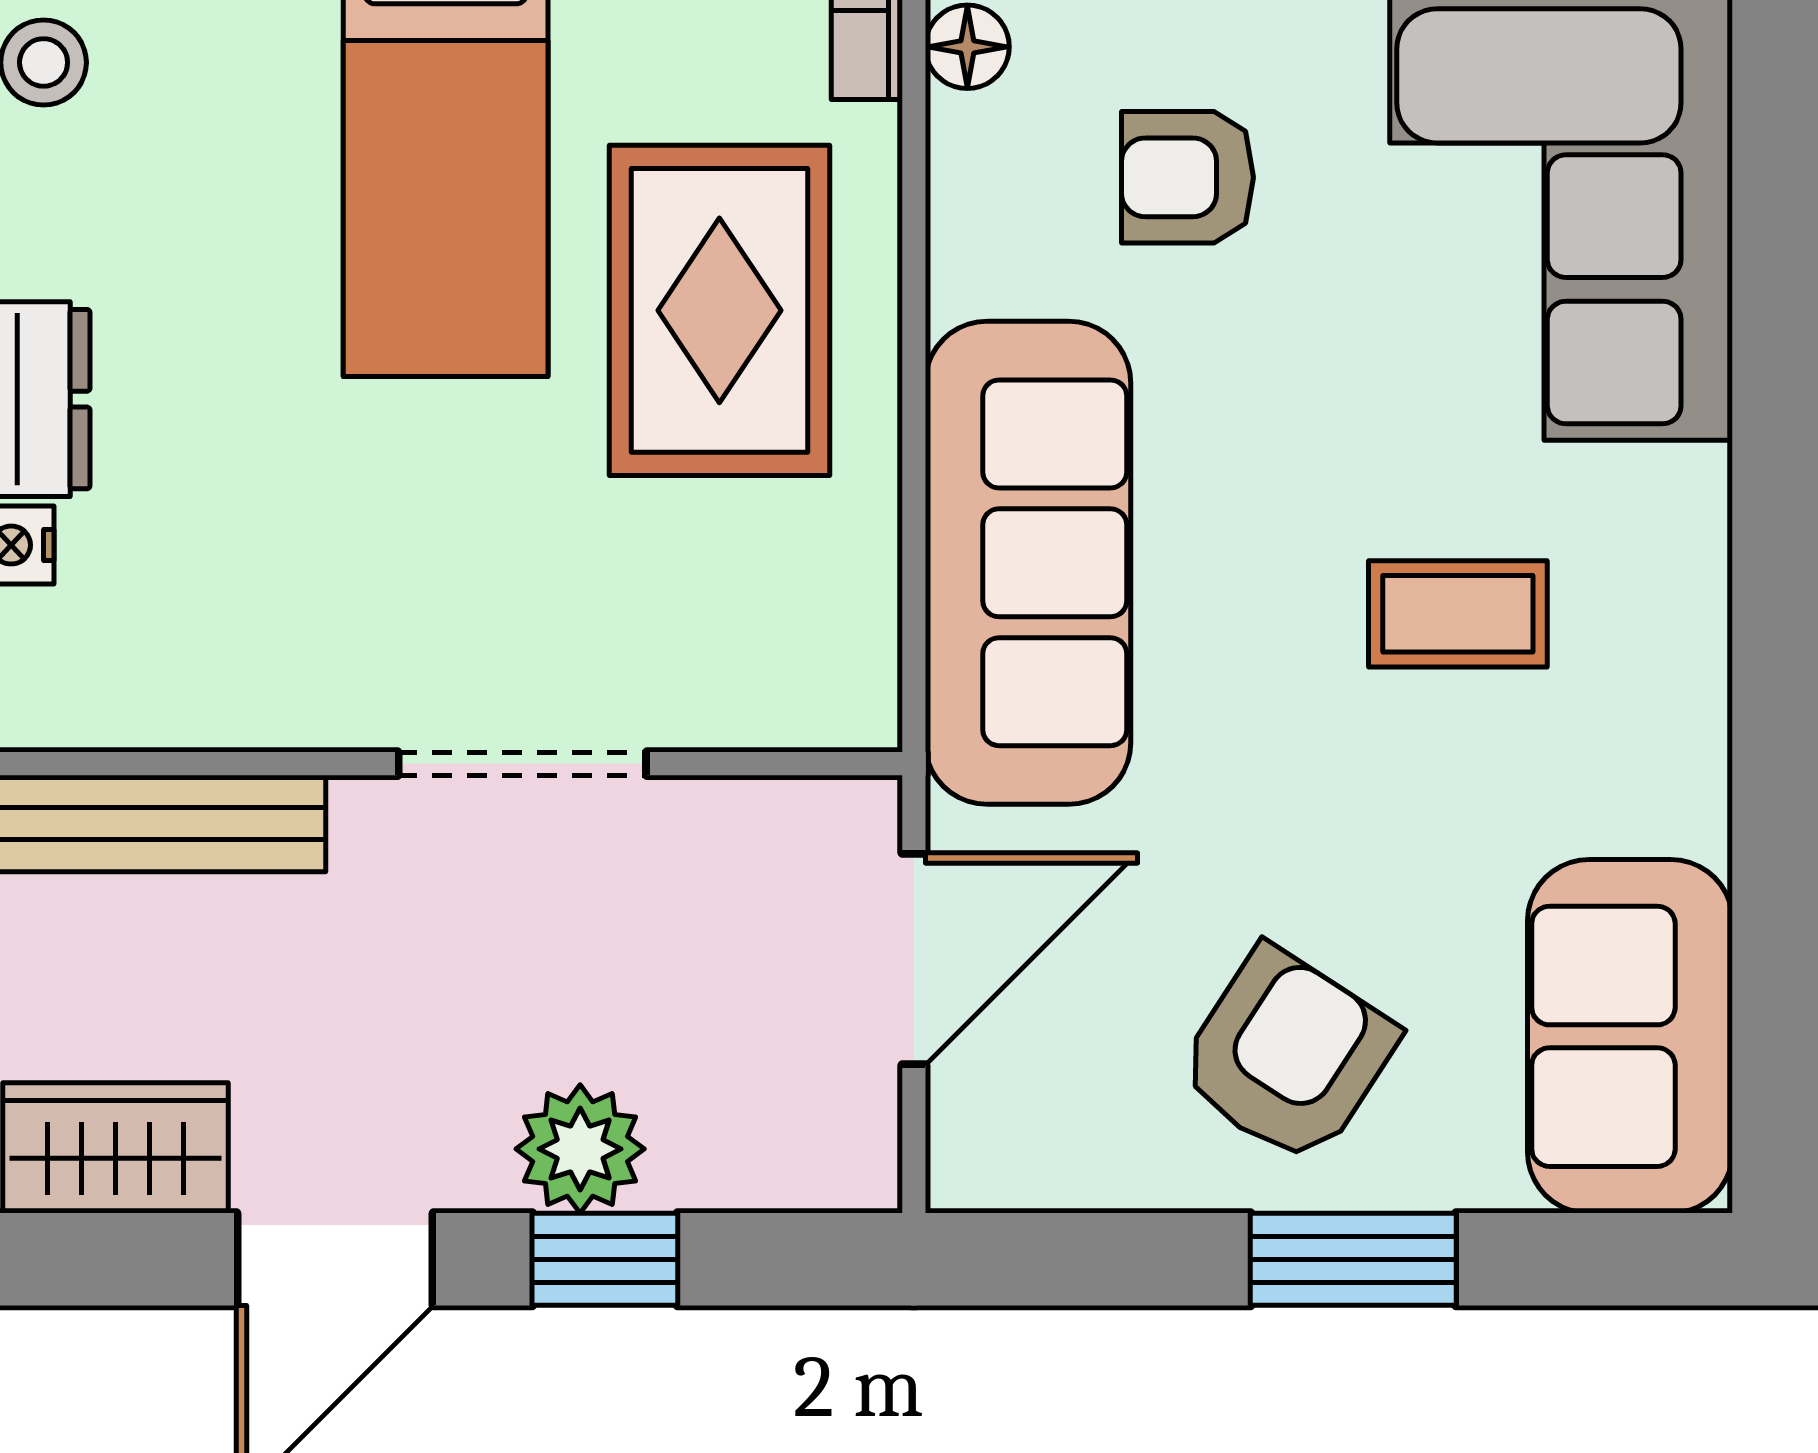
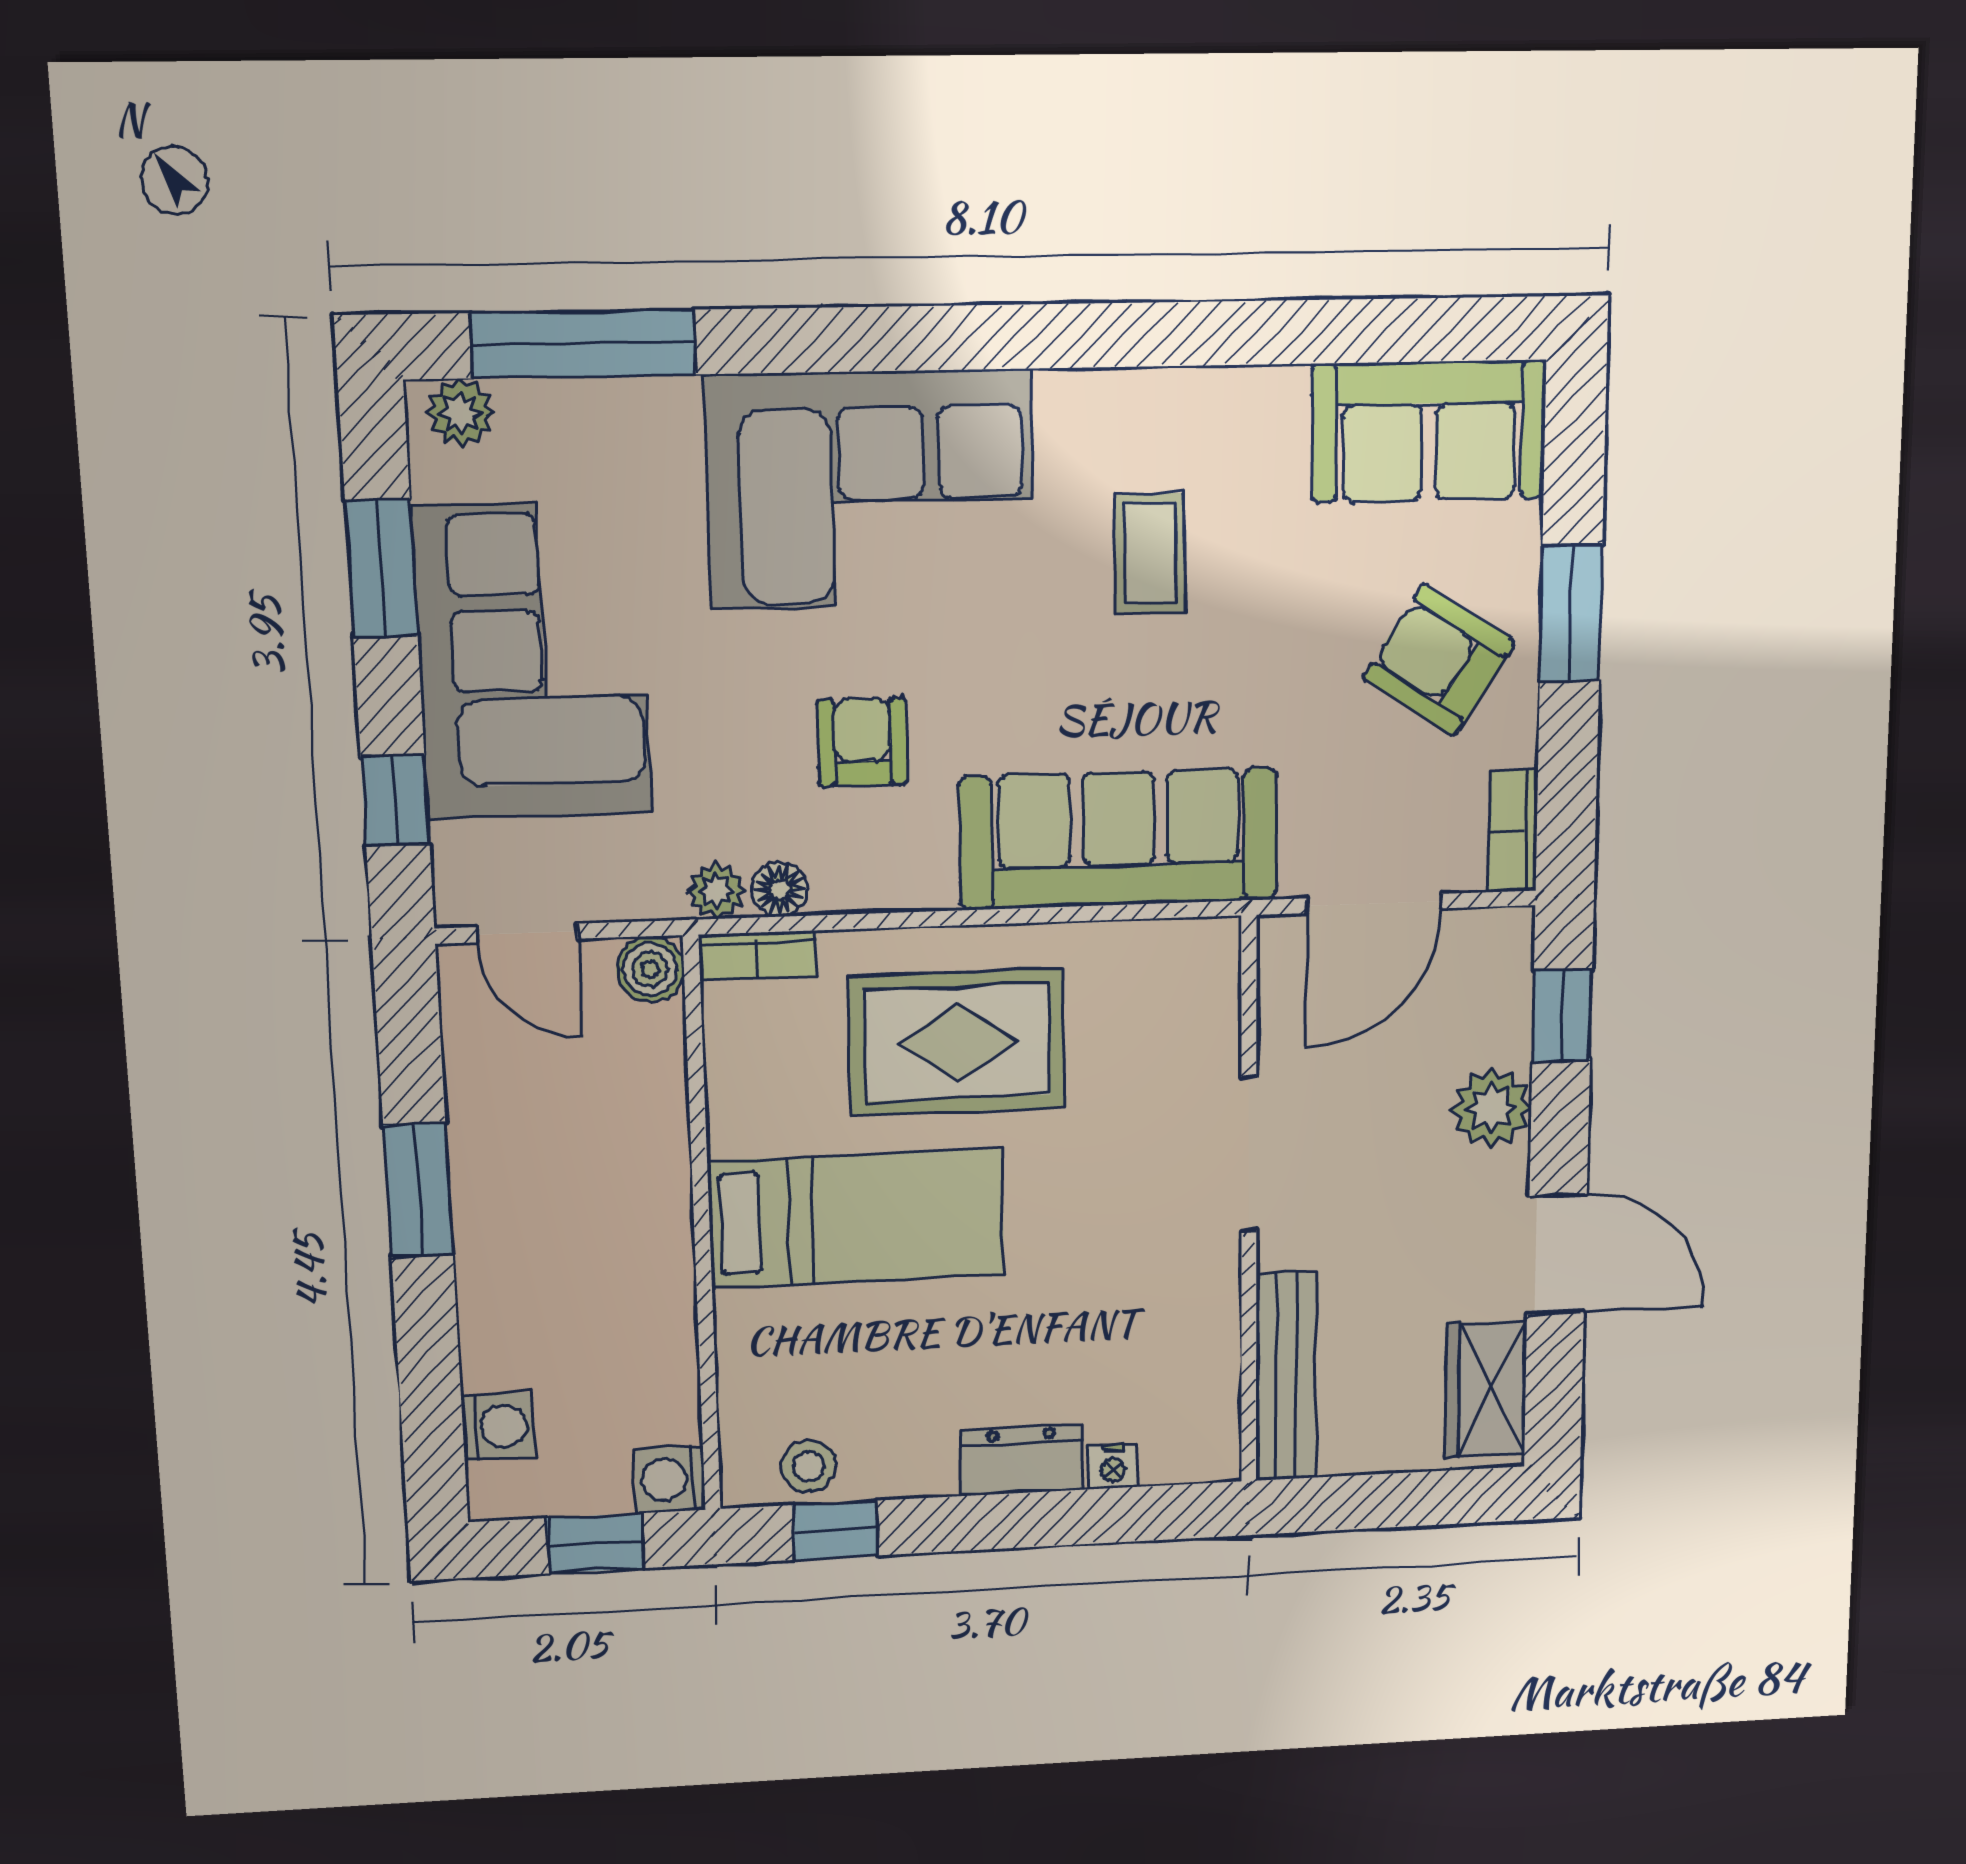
armchair: (1187, 177) -> (862, 742), turned 180
door: (914, 959) -> (1374, 903), swing flipped
bookcase: (1020, 1175) -> (1513, 831), added
window: (605, 1259) -> (1562, 1016), moved

